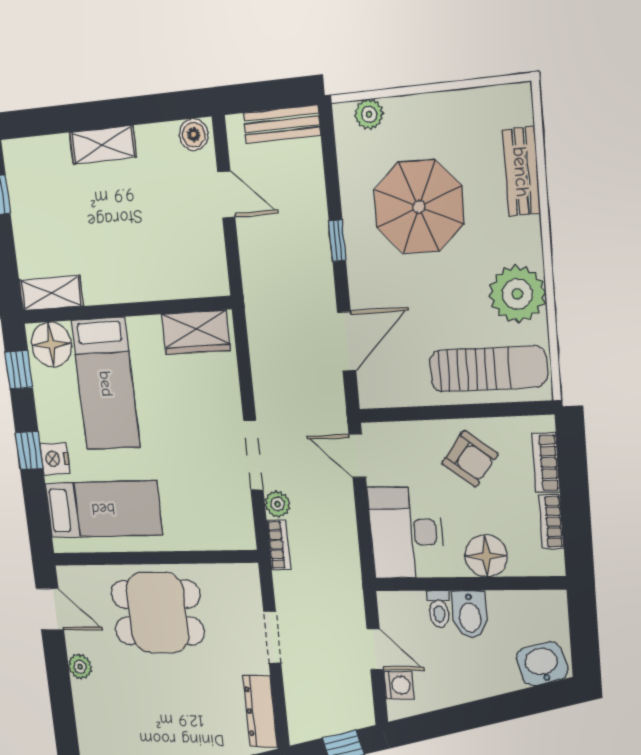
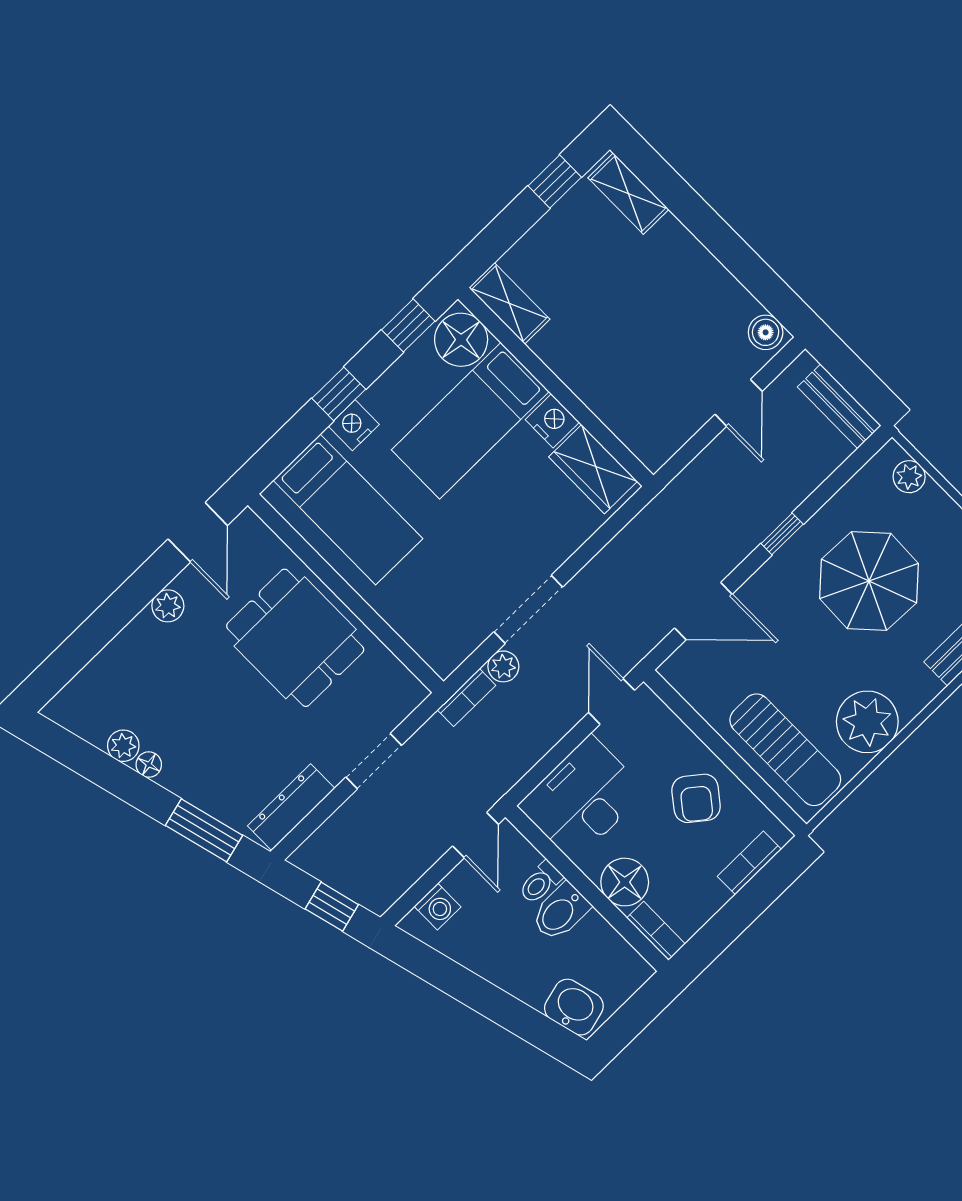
shelving: (103, 145) -> (628, 194), moved
nightstand: (145, 331) -> (552, 421), added
bookcase: (551, 522) -> (656, 931), moved, turned 90
door: (375, 649) -> (476, 835), moved

